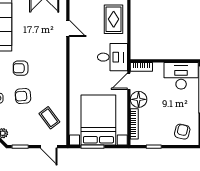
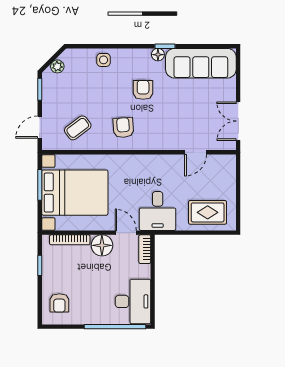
armchair: (23, 96) -> (123, 128), moved
armchair: (182, 132) -> (59, 303), turned 77

